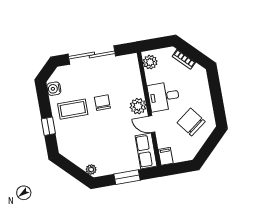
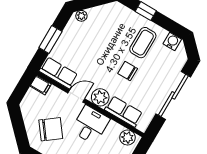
row of seats: (134, 81) -> (124, 112), added
chair: (102, 103) -> (128, 71), turned 180

